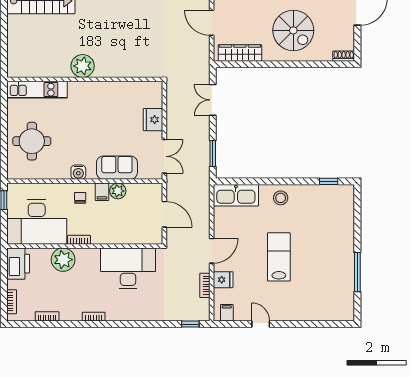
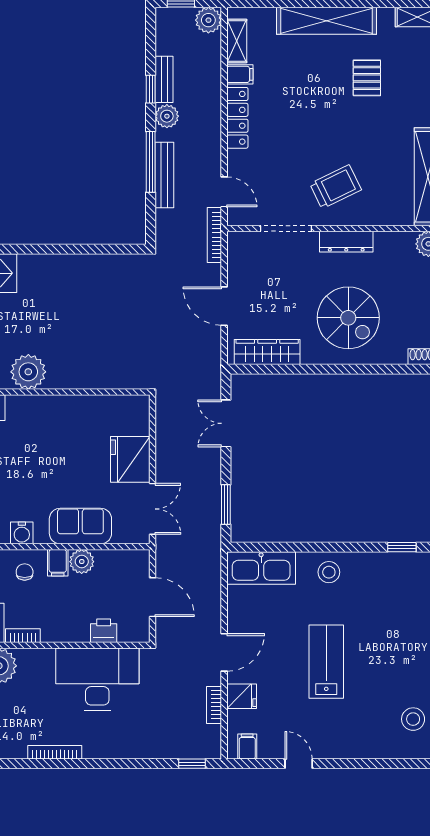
fridge: (153, 120) -> (130, 459), width x1.36, depth x1.34
printer: (132, 236) -> (104, 631), added
stool: (336, 295) -> (413, 719), added
bookcase: (94, 317) -> (55, 752), width x1.56

